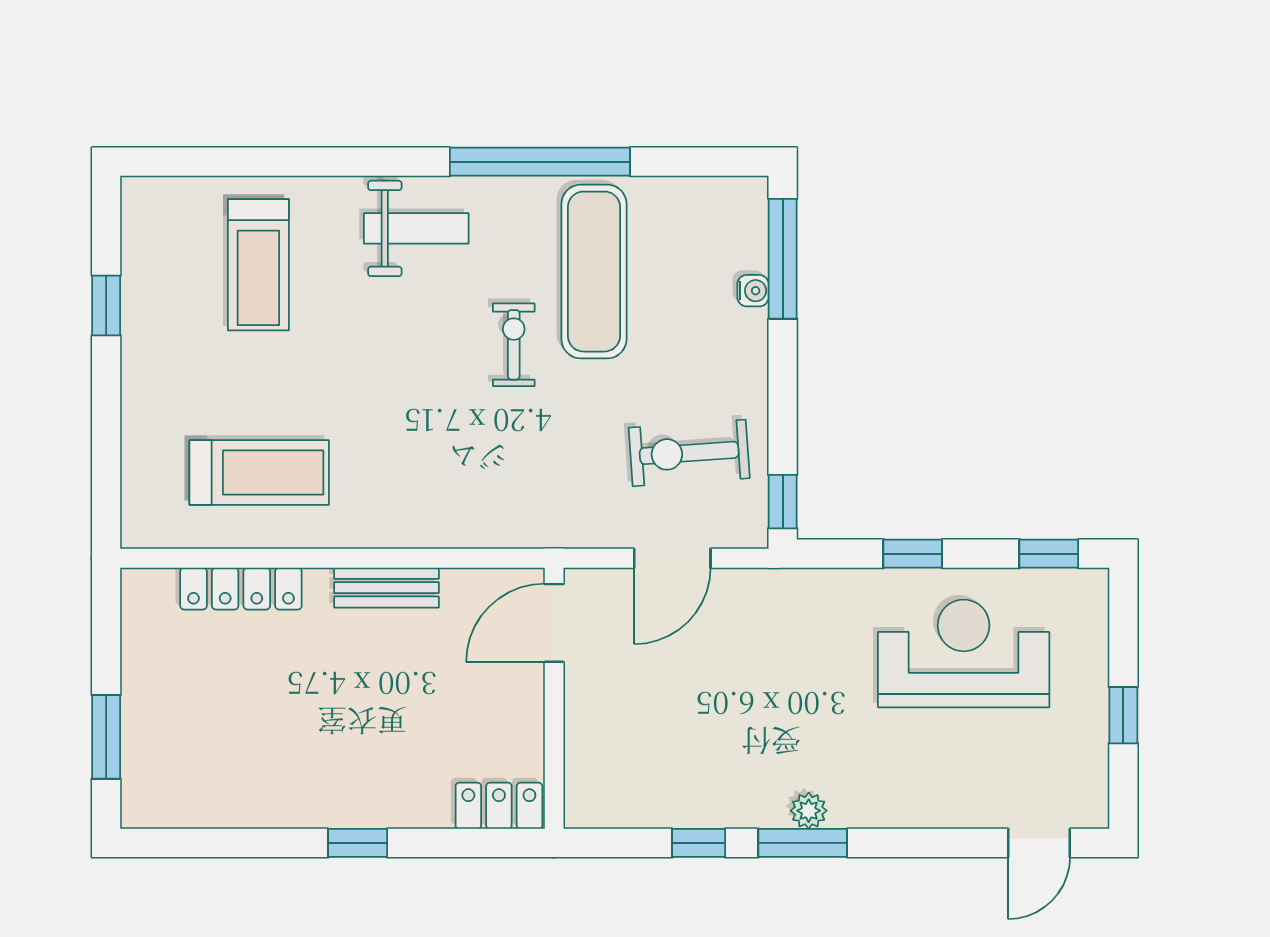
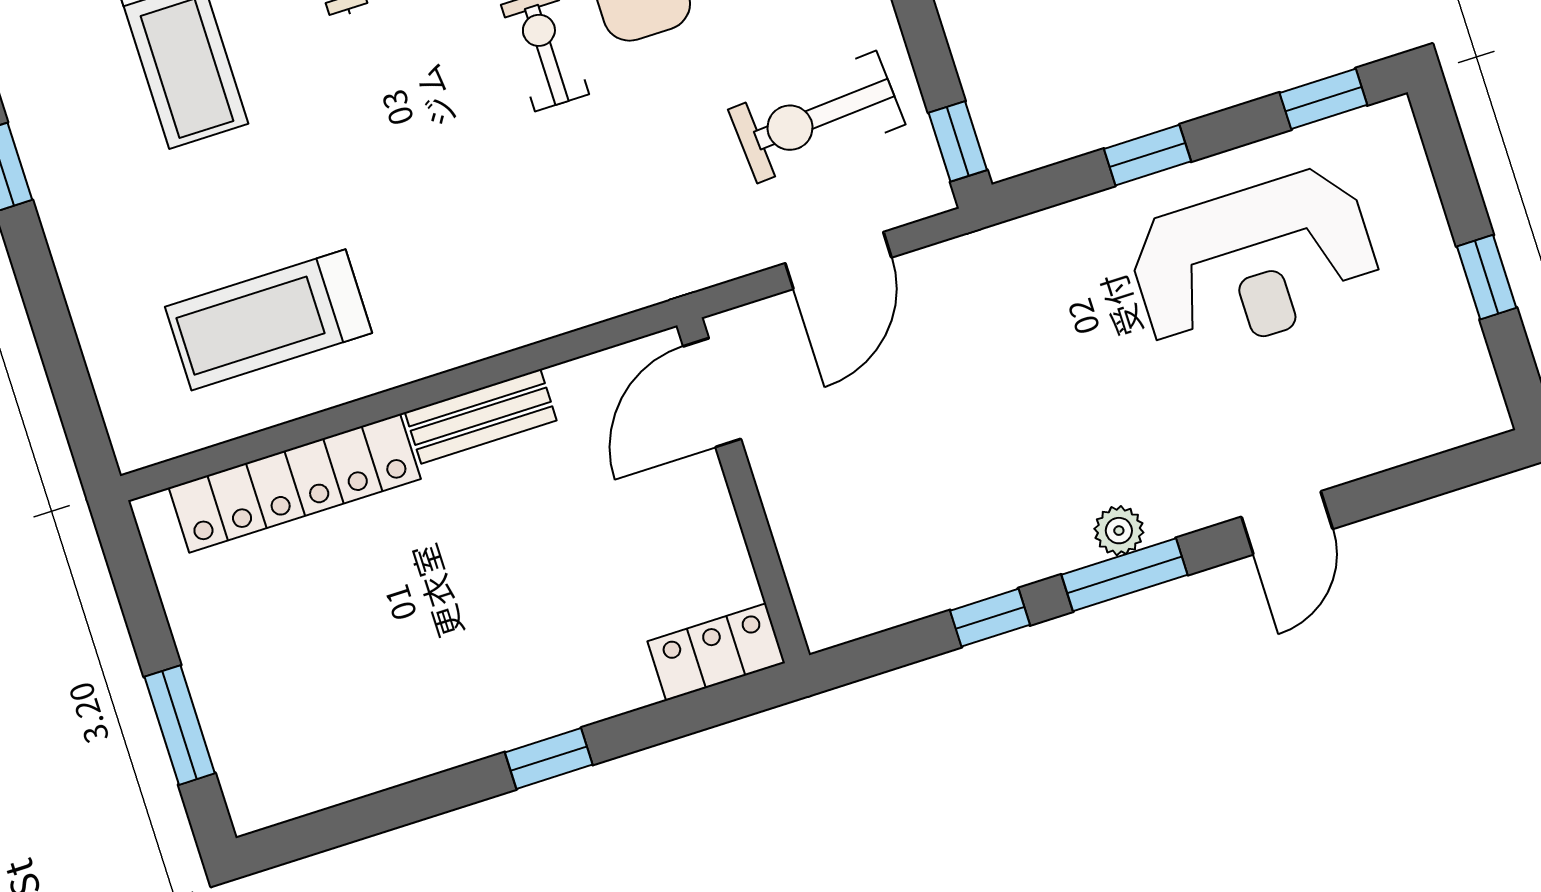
treadmill: (259, 472) -> (268, 320), turned 180
locker: (241, 589) -> (295, 483), width x1.41, depth x1.21
reception desk: (964, 653) -> (1254, 263), turned 180
door: (1039, 843) -> (1287, 523), moved

